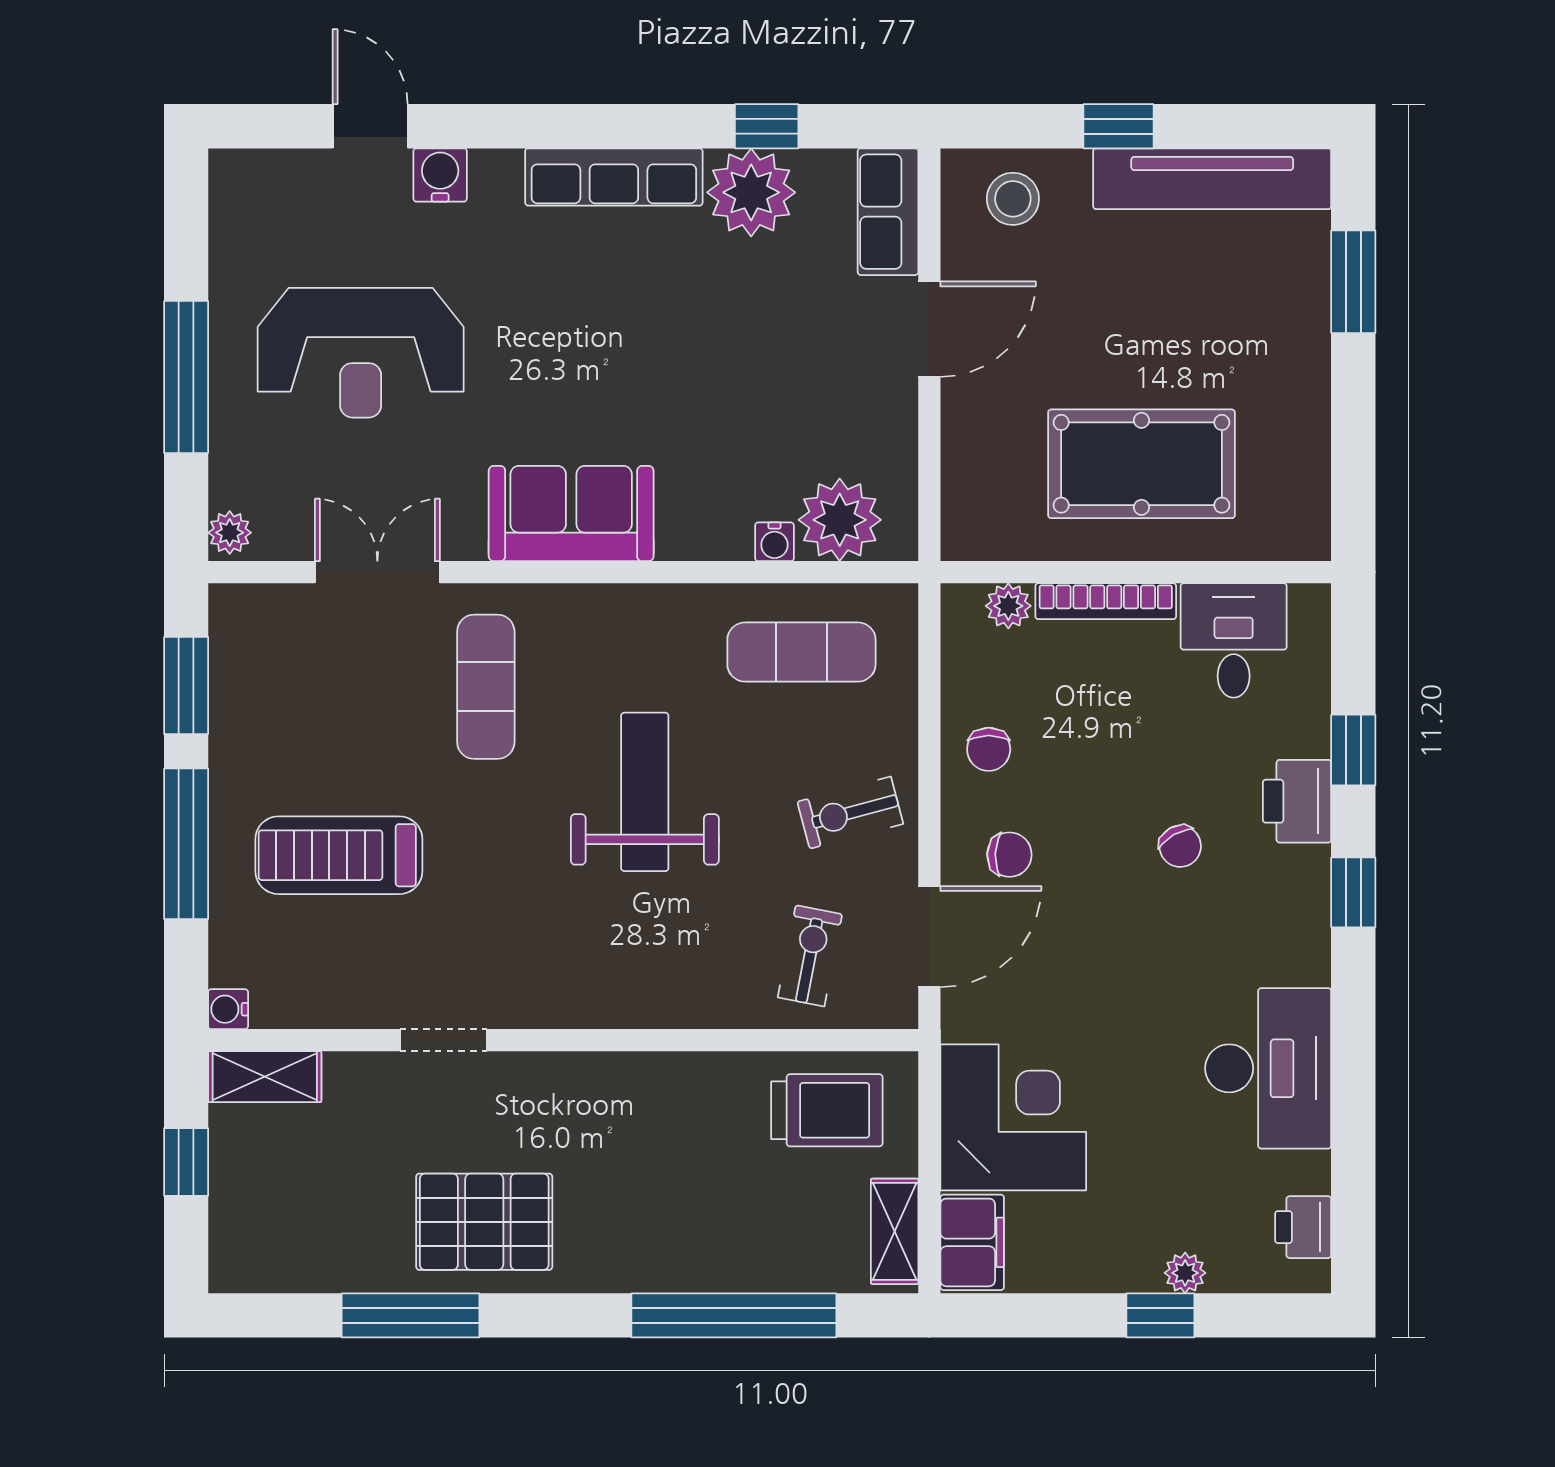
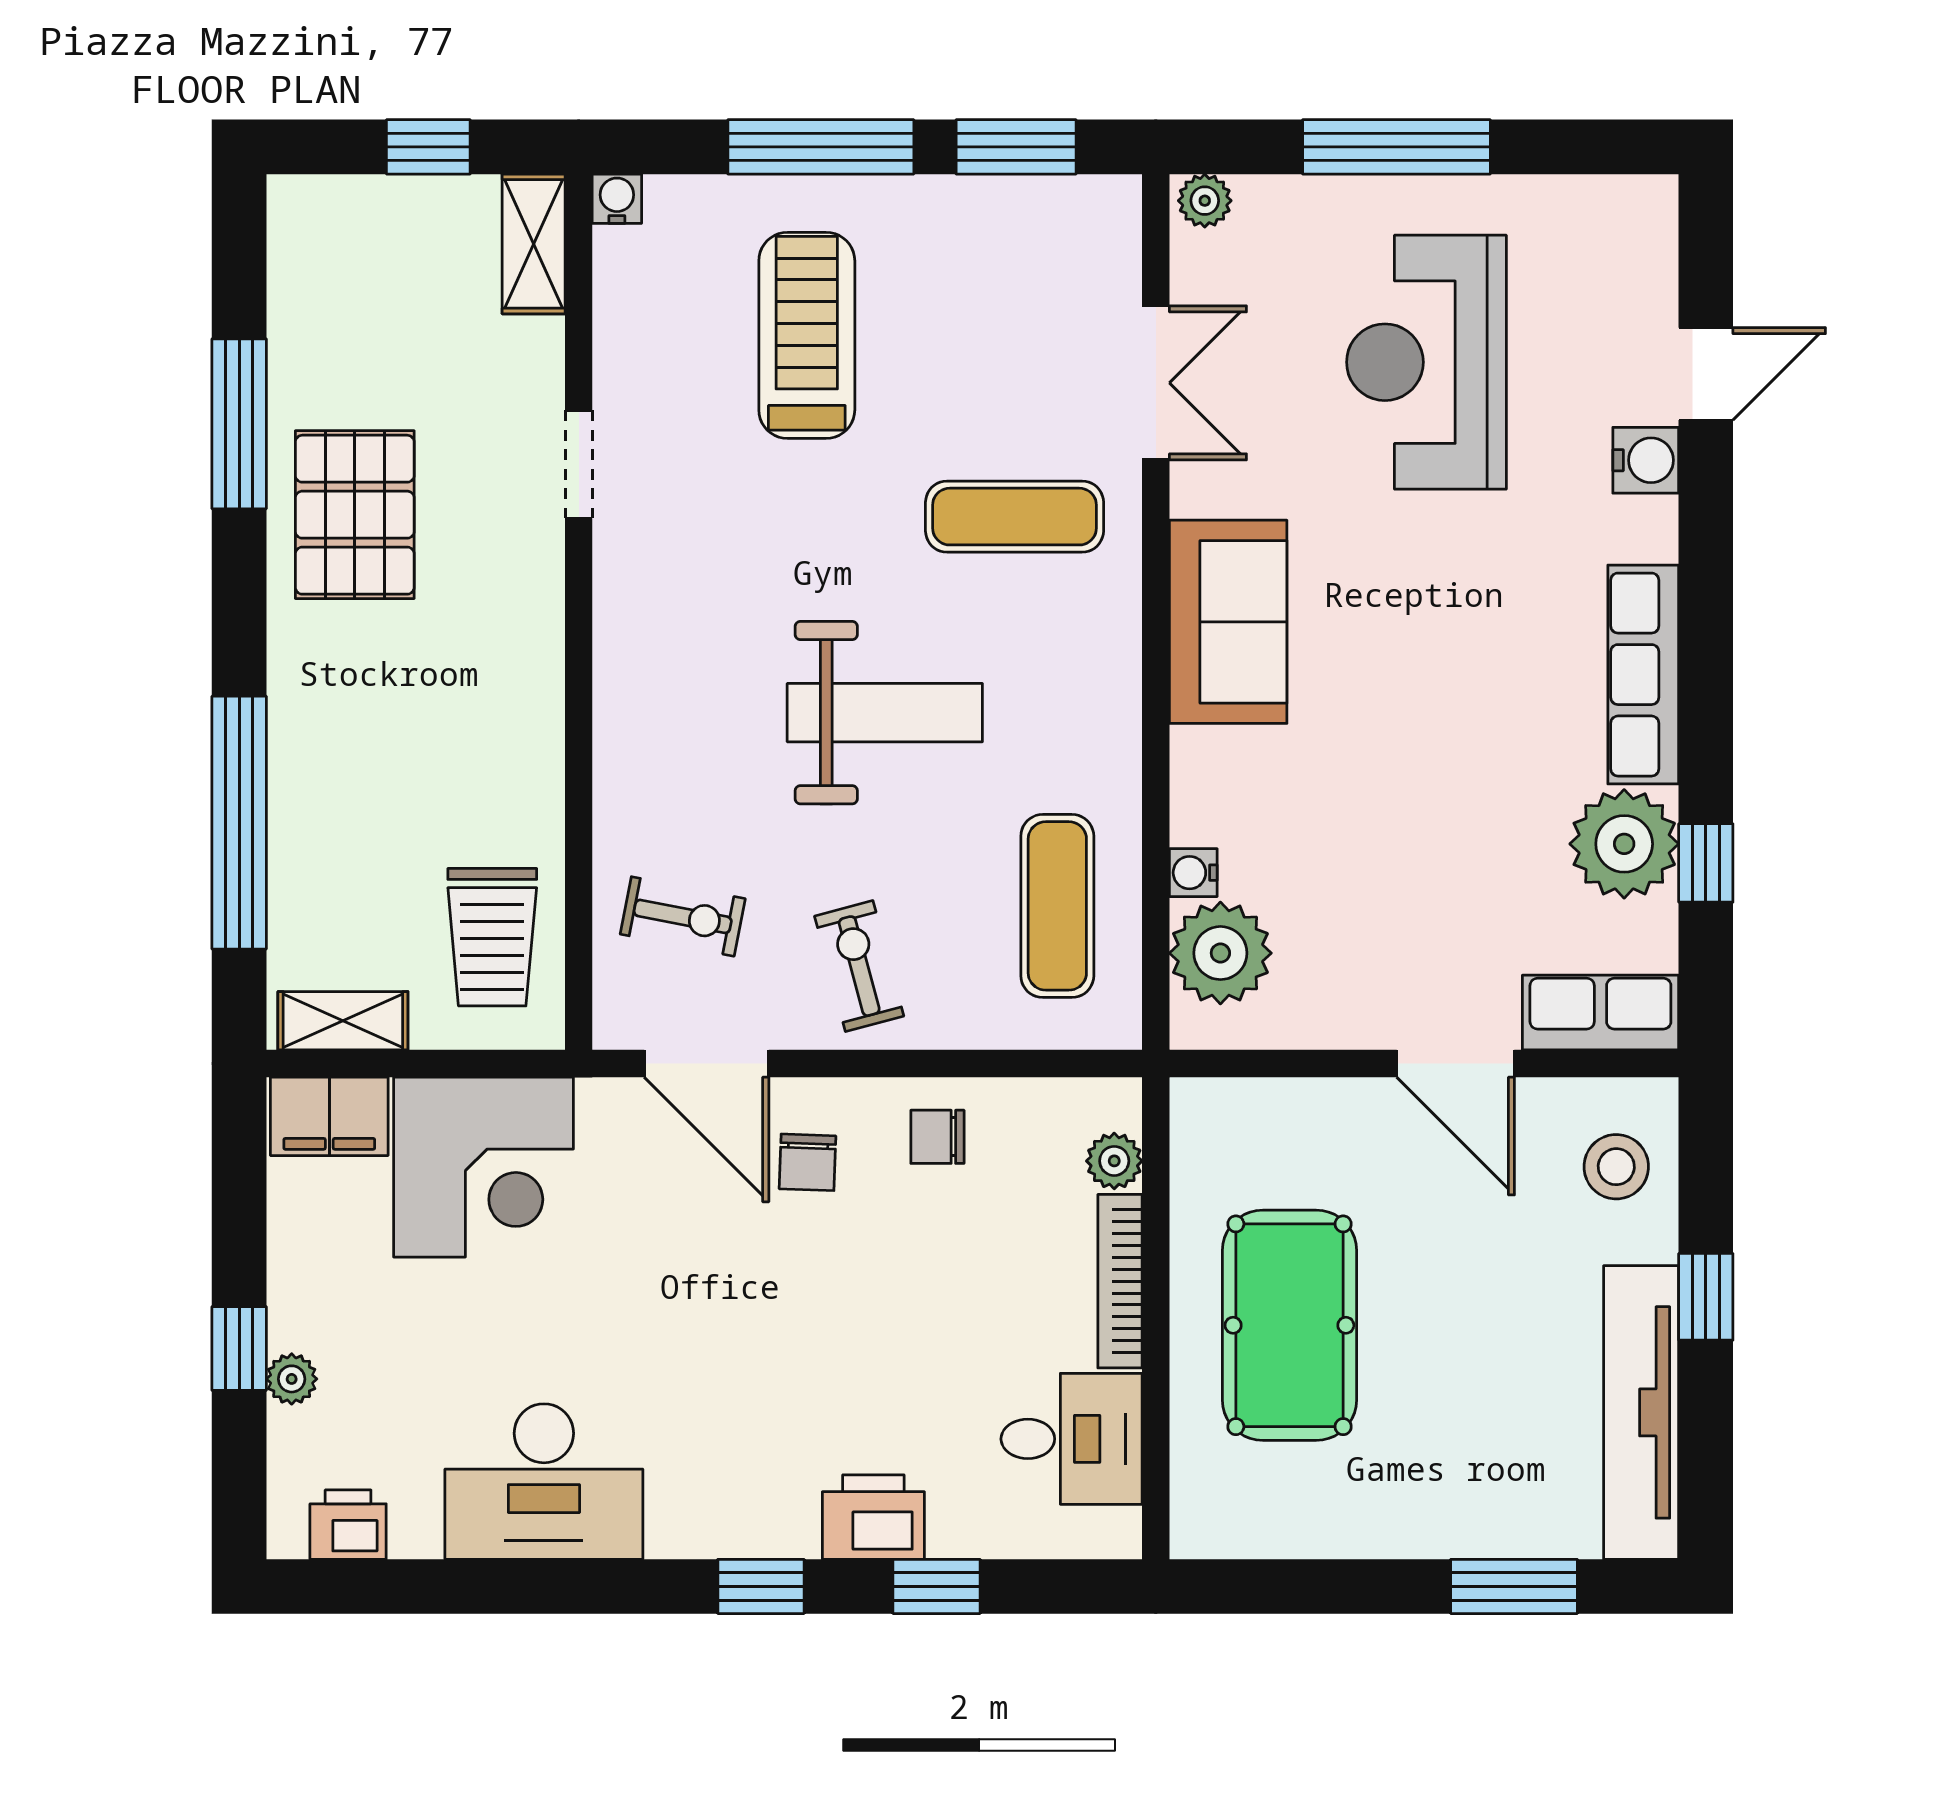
chair: (1180, 846) -> (818, 1373), removed

